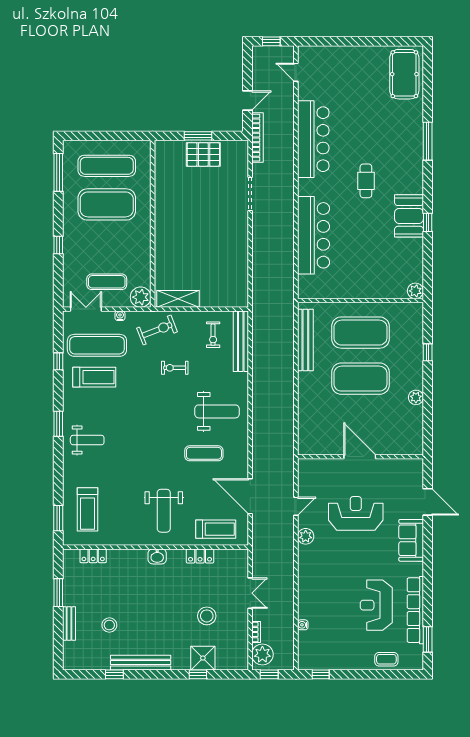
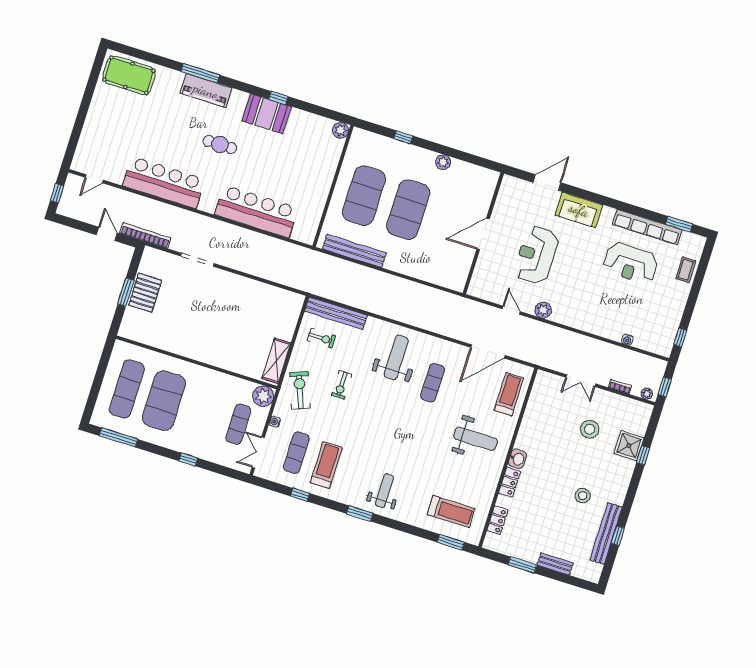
piano: (413, 152) -> (206, 91), added
exercise mat: (97, 345) -> (296, 453), width x0.73, depth x0.69
locker: (200, 556) -> (510, 482), moved
double door: (250, 593) -> (581, 381), swing flipped
stool: (109, 625) -> (583, 496), moved
plant: (262, 654) -> (647, 394), width x0.53, depth x0.53
bench: (141, 663) -> (606, 533), moved

